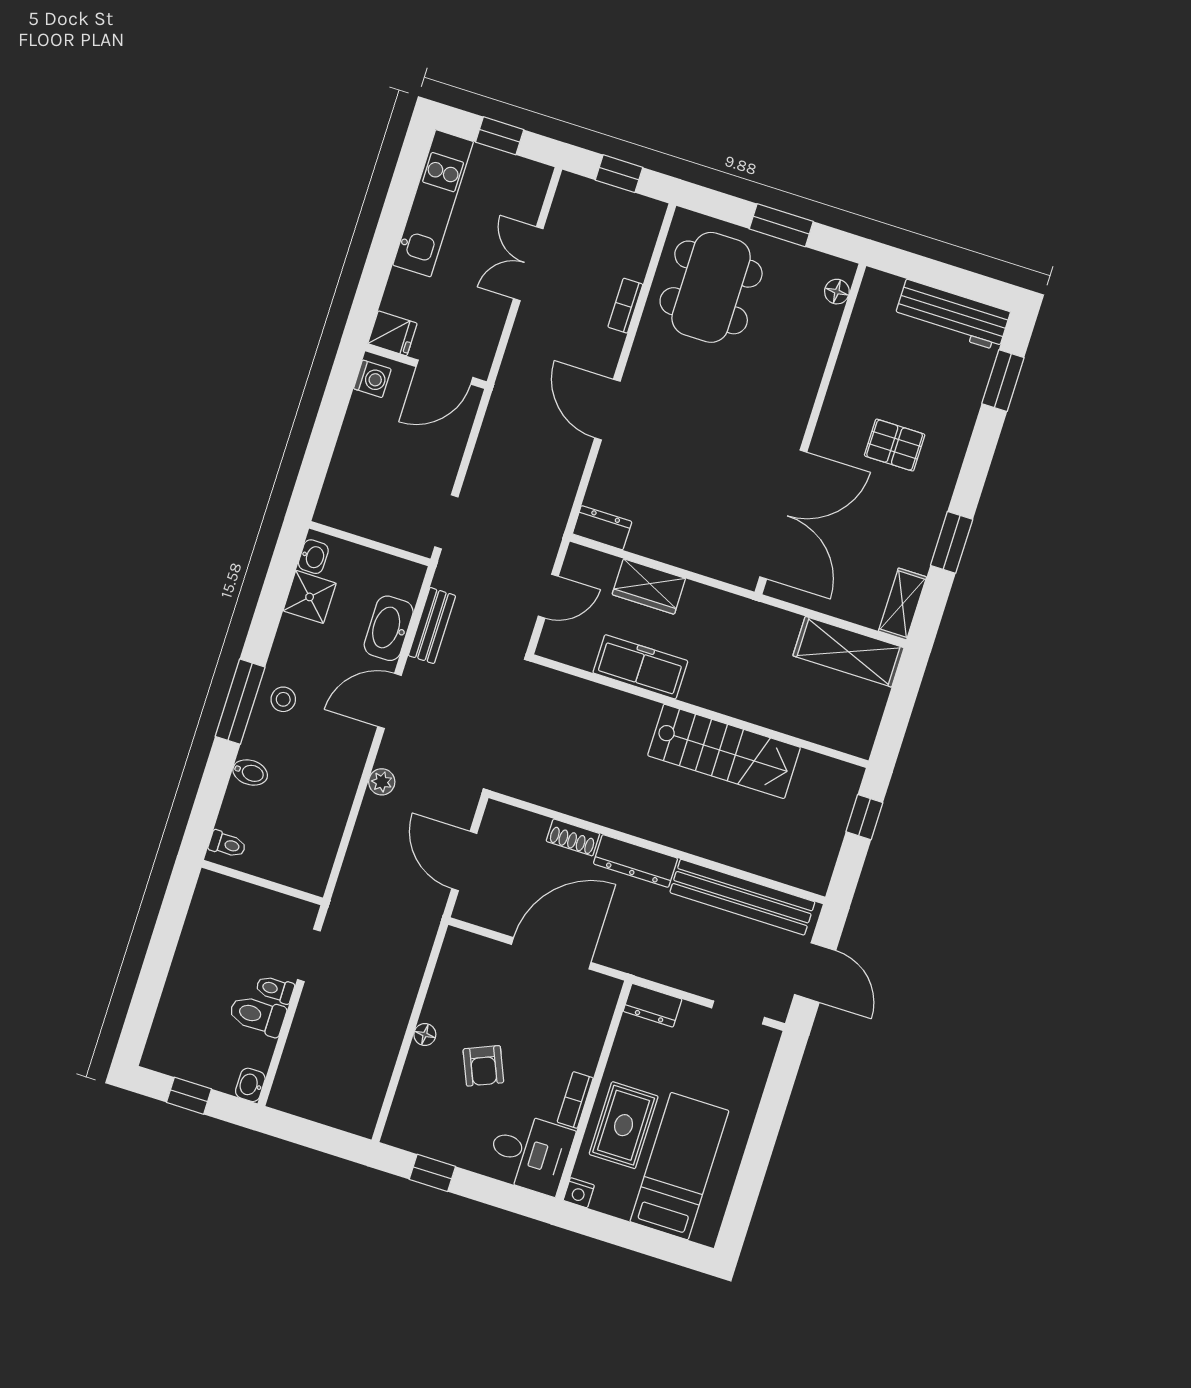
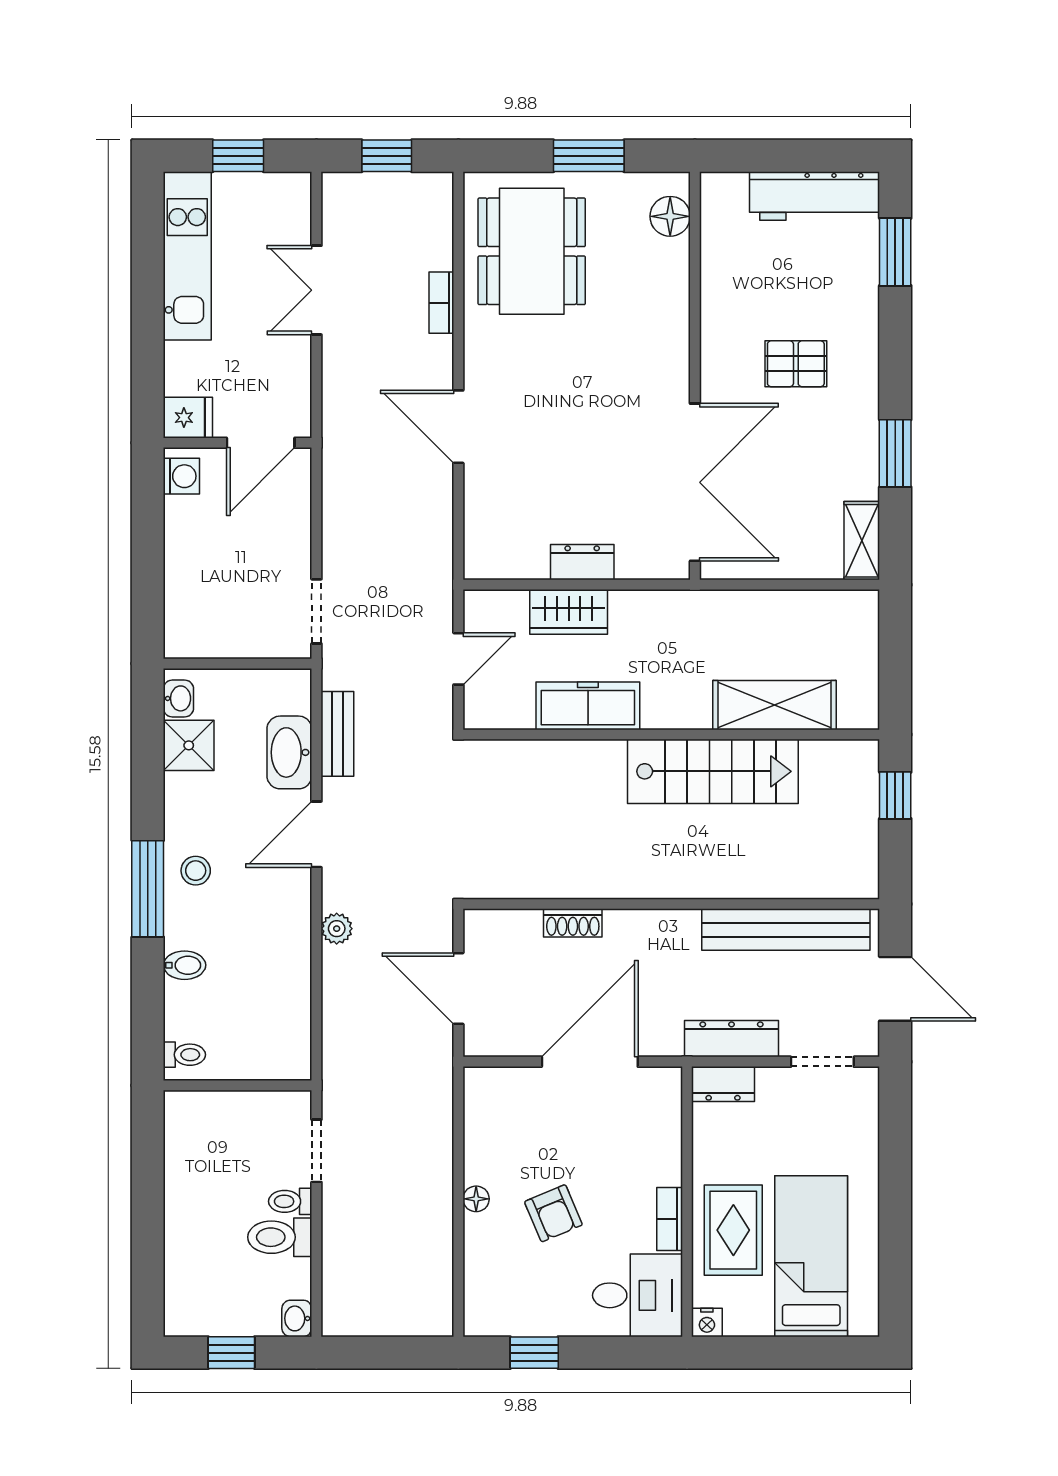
floor lamp: (837, 292) -> (670, 216), width x1.37, depth x1.37
dresser: (602, 528) -> (582, 562), moved
shelving: (848, 652) -> (774, 705), moved
dresser: (635, 861) -> (732, 1039), moved, turned 180

